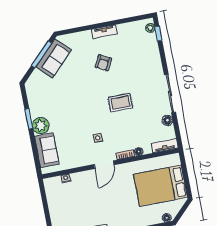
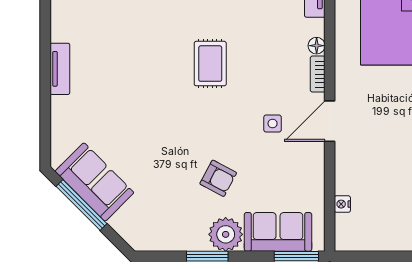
armchair: (103, 63) -> (218, 178), moved
window: (37, 161) -> (296, 256), added
door: (104, 165) -> (330, 121), swing flipped

